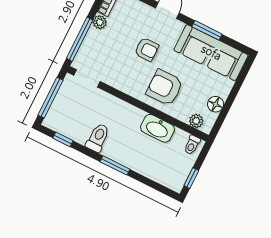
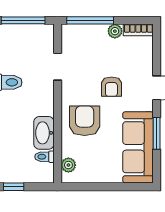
doorway: (87, 78) -> (58, 67), moved
floor lamp: (216, 104) -> (93, 175), removed
toilet: (192, 145) -> (44, 157), moved

